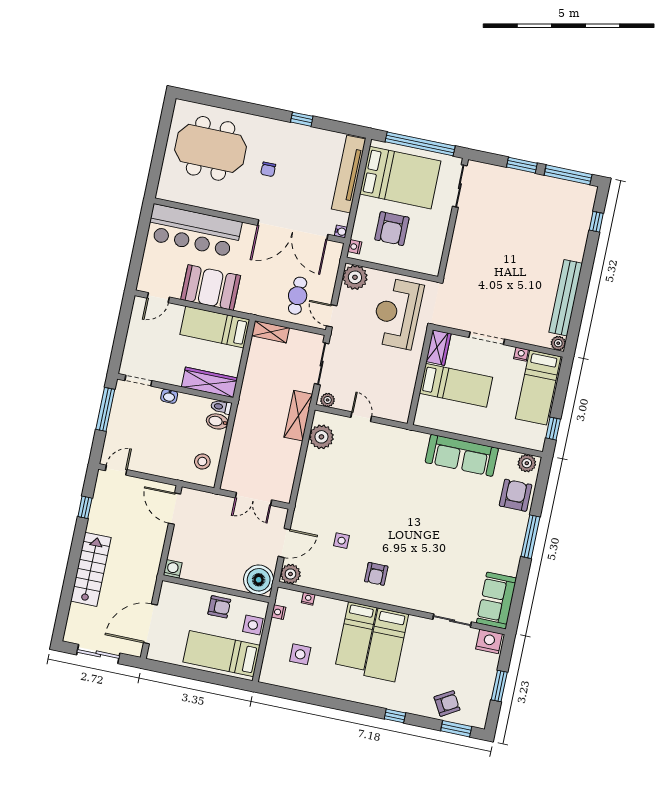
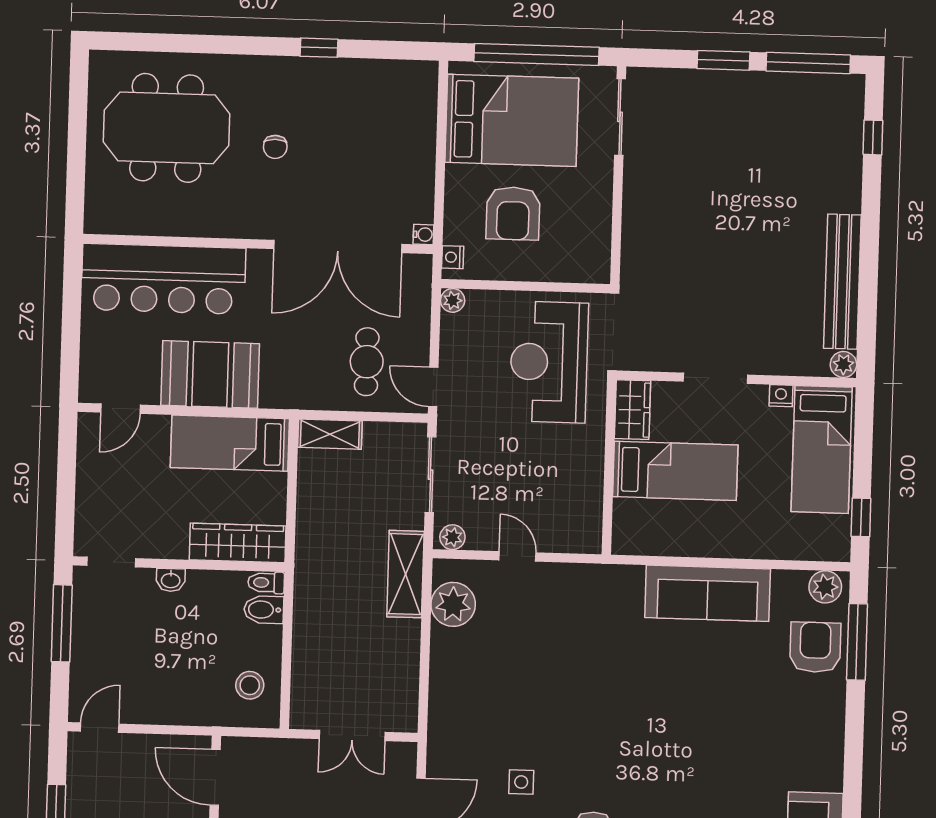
tv unit: (349, 174) -> (419, 130), removed
plant: (355, 277) -> (453, 300), width x0.53, depth x0.53
window: (530, 537) -> (857, 642), moved

